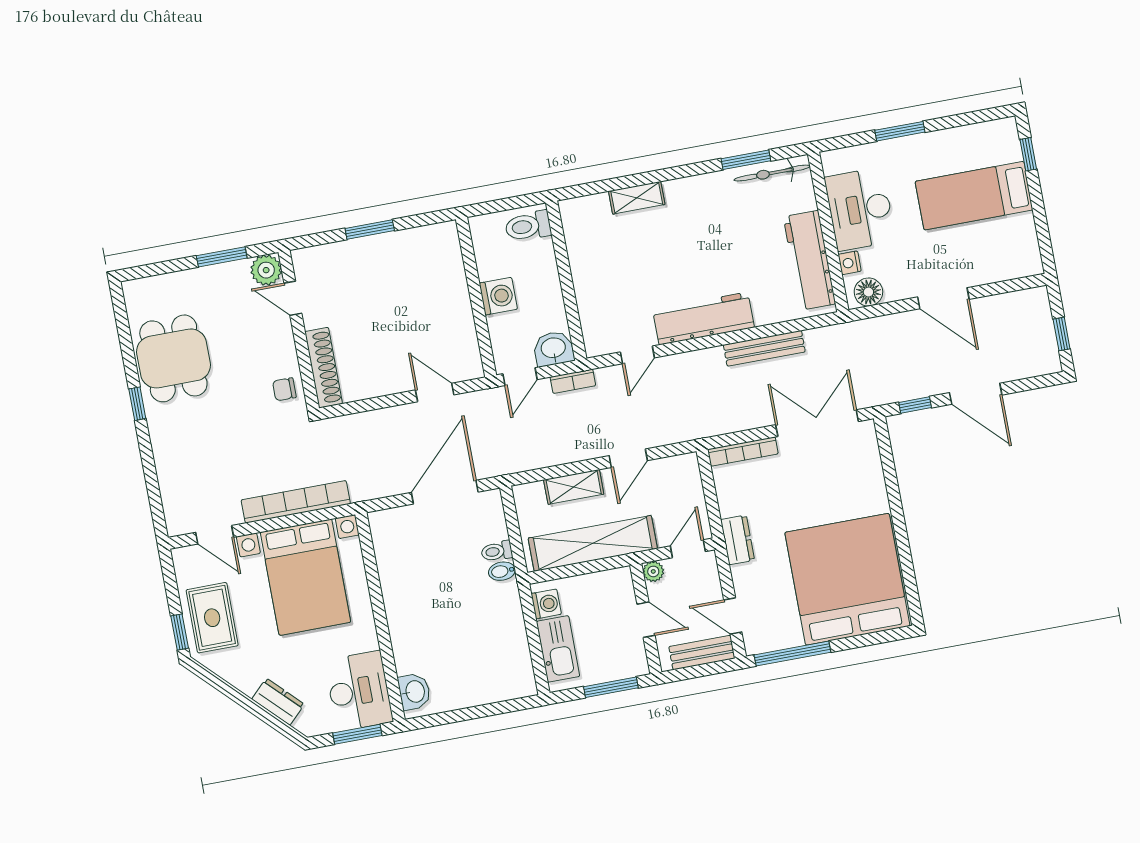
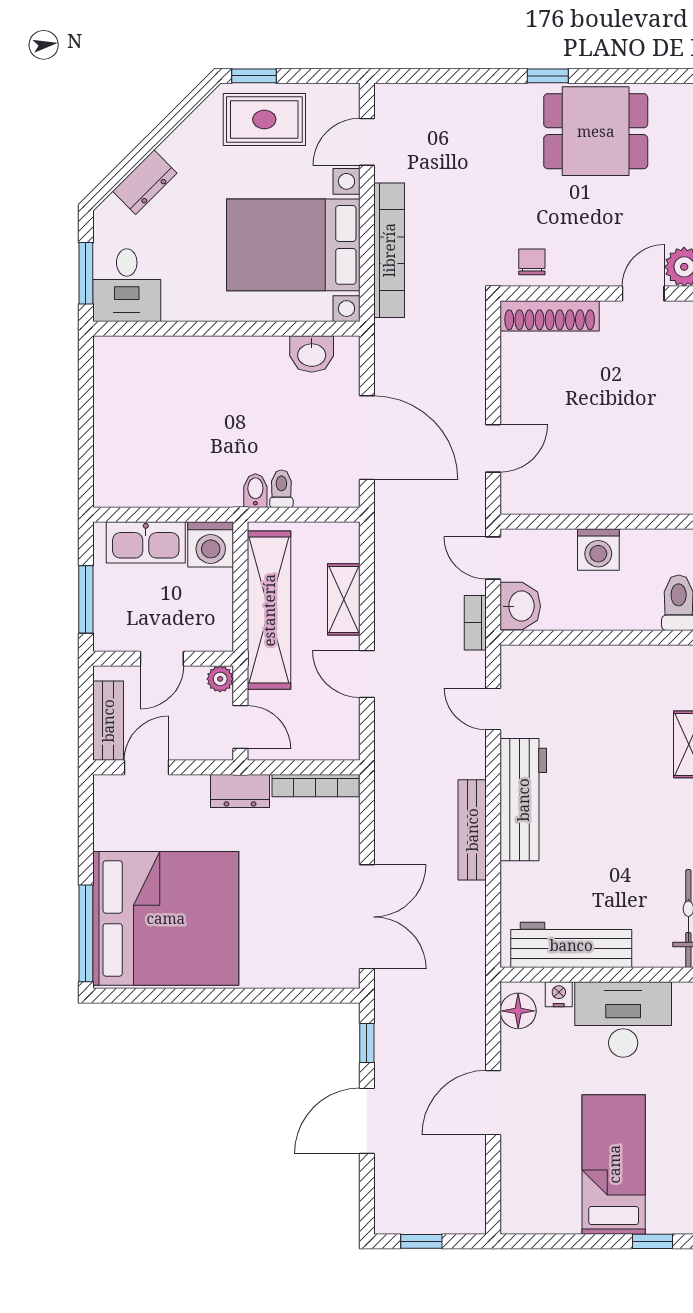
bench: (764, 348) -> (472, 830), moved
bookcase: (743, 452) -> (316, 786), moved, turned -90
washing machine: (546, 604) -> (211, 544), width x1.38, depth x1.38
window: (792, 654) -> (86, 933), moved
desk: (359, 691) -> (127, 285), width x0.73
washbasin: (414, 692) -> (312, 354), moved

